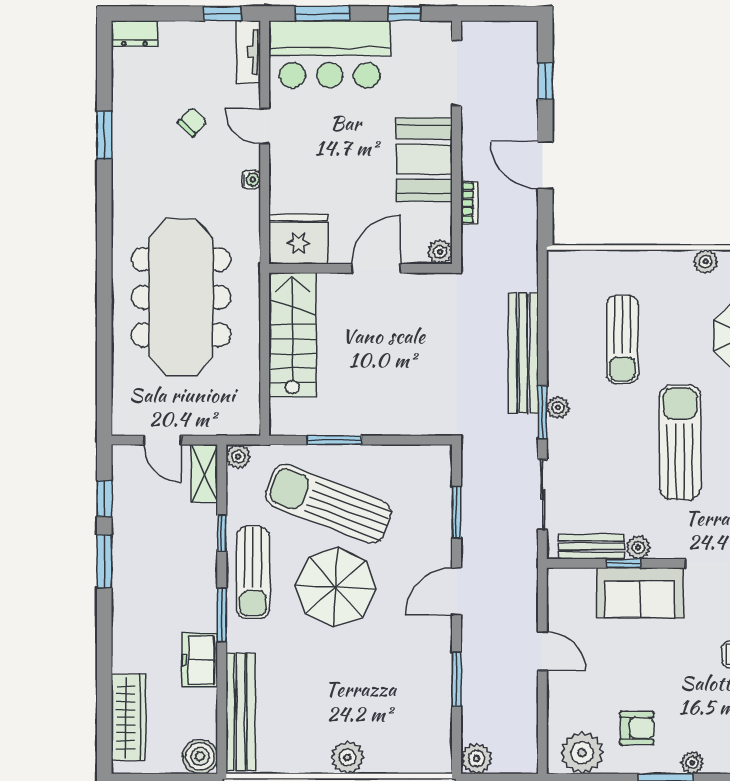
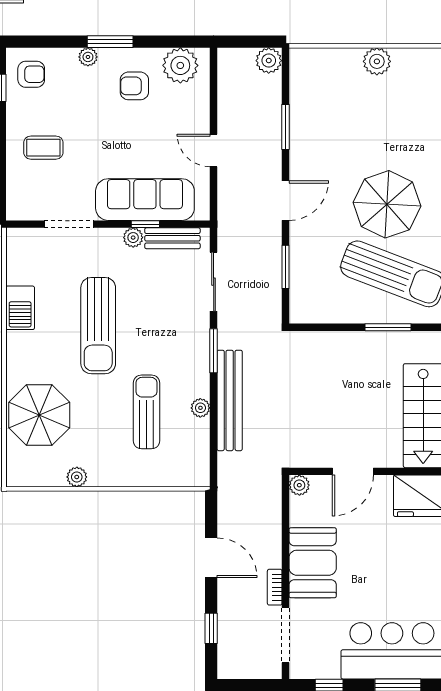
bookcase: (469, 203) -> (275, 587), moved
plant: (558, 408) -> (200, 408), moved
sofa: (640, 593) -> (145, 200), width x1.36

